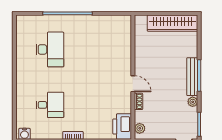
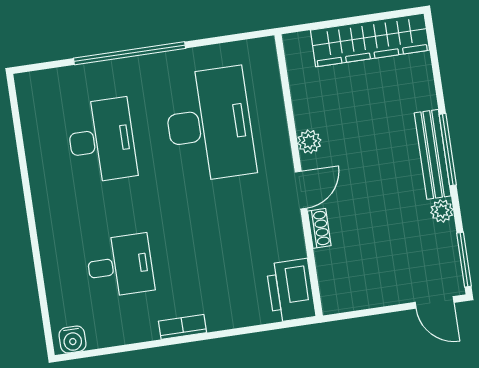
desk: (97, 49) -> (209, 125), added
door: (133, 84) -> (301, 190), hinge flipped
plant: (140, 128) -> (309, 142), moved

